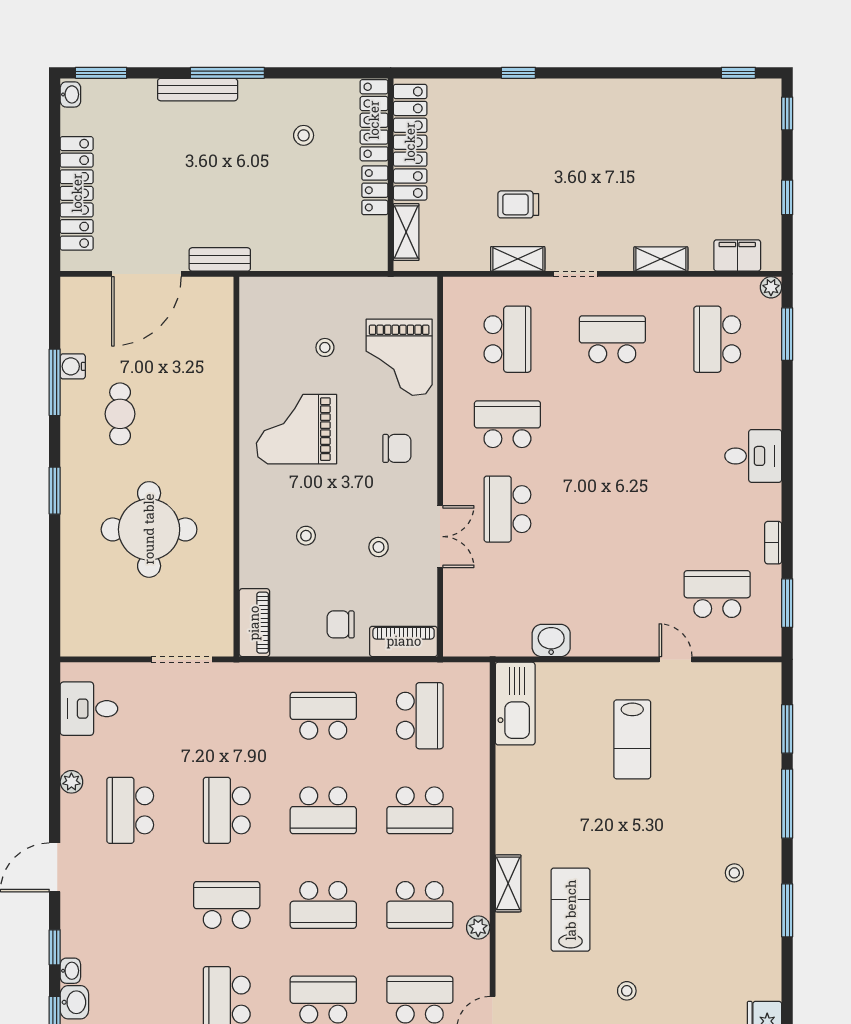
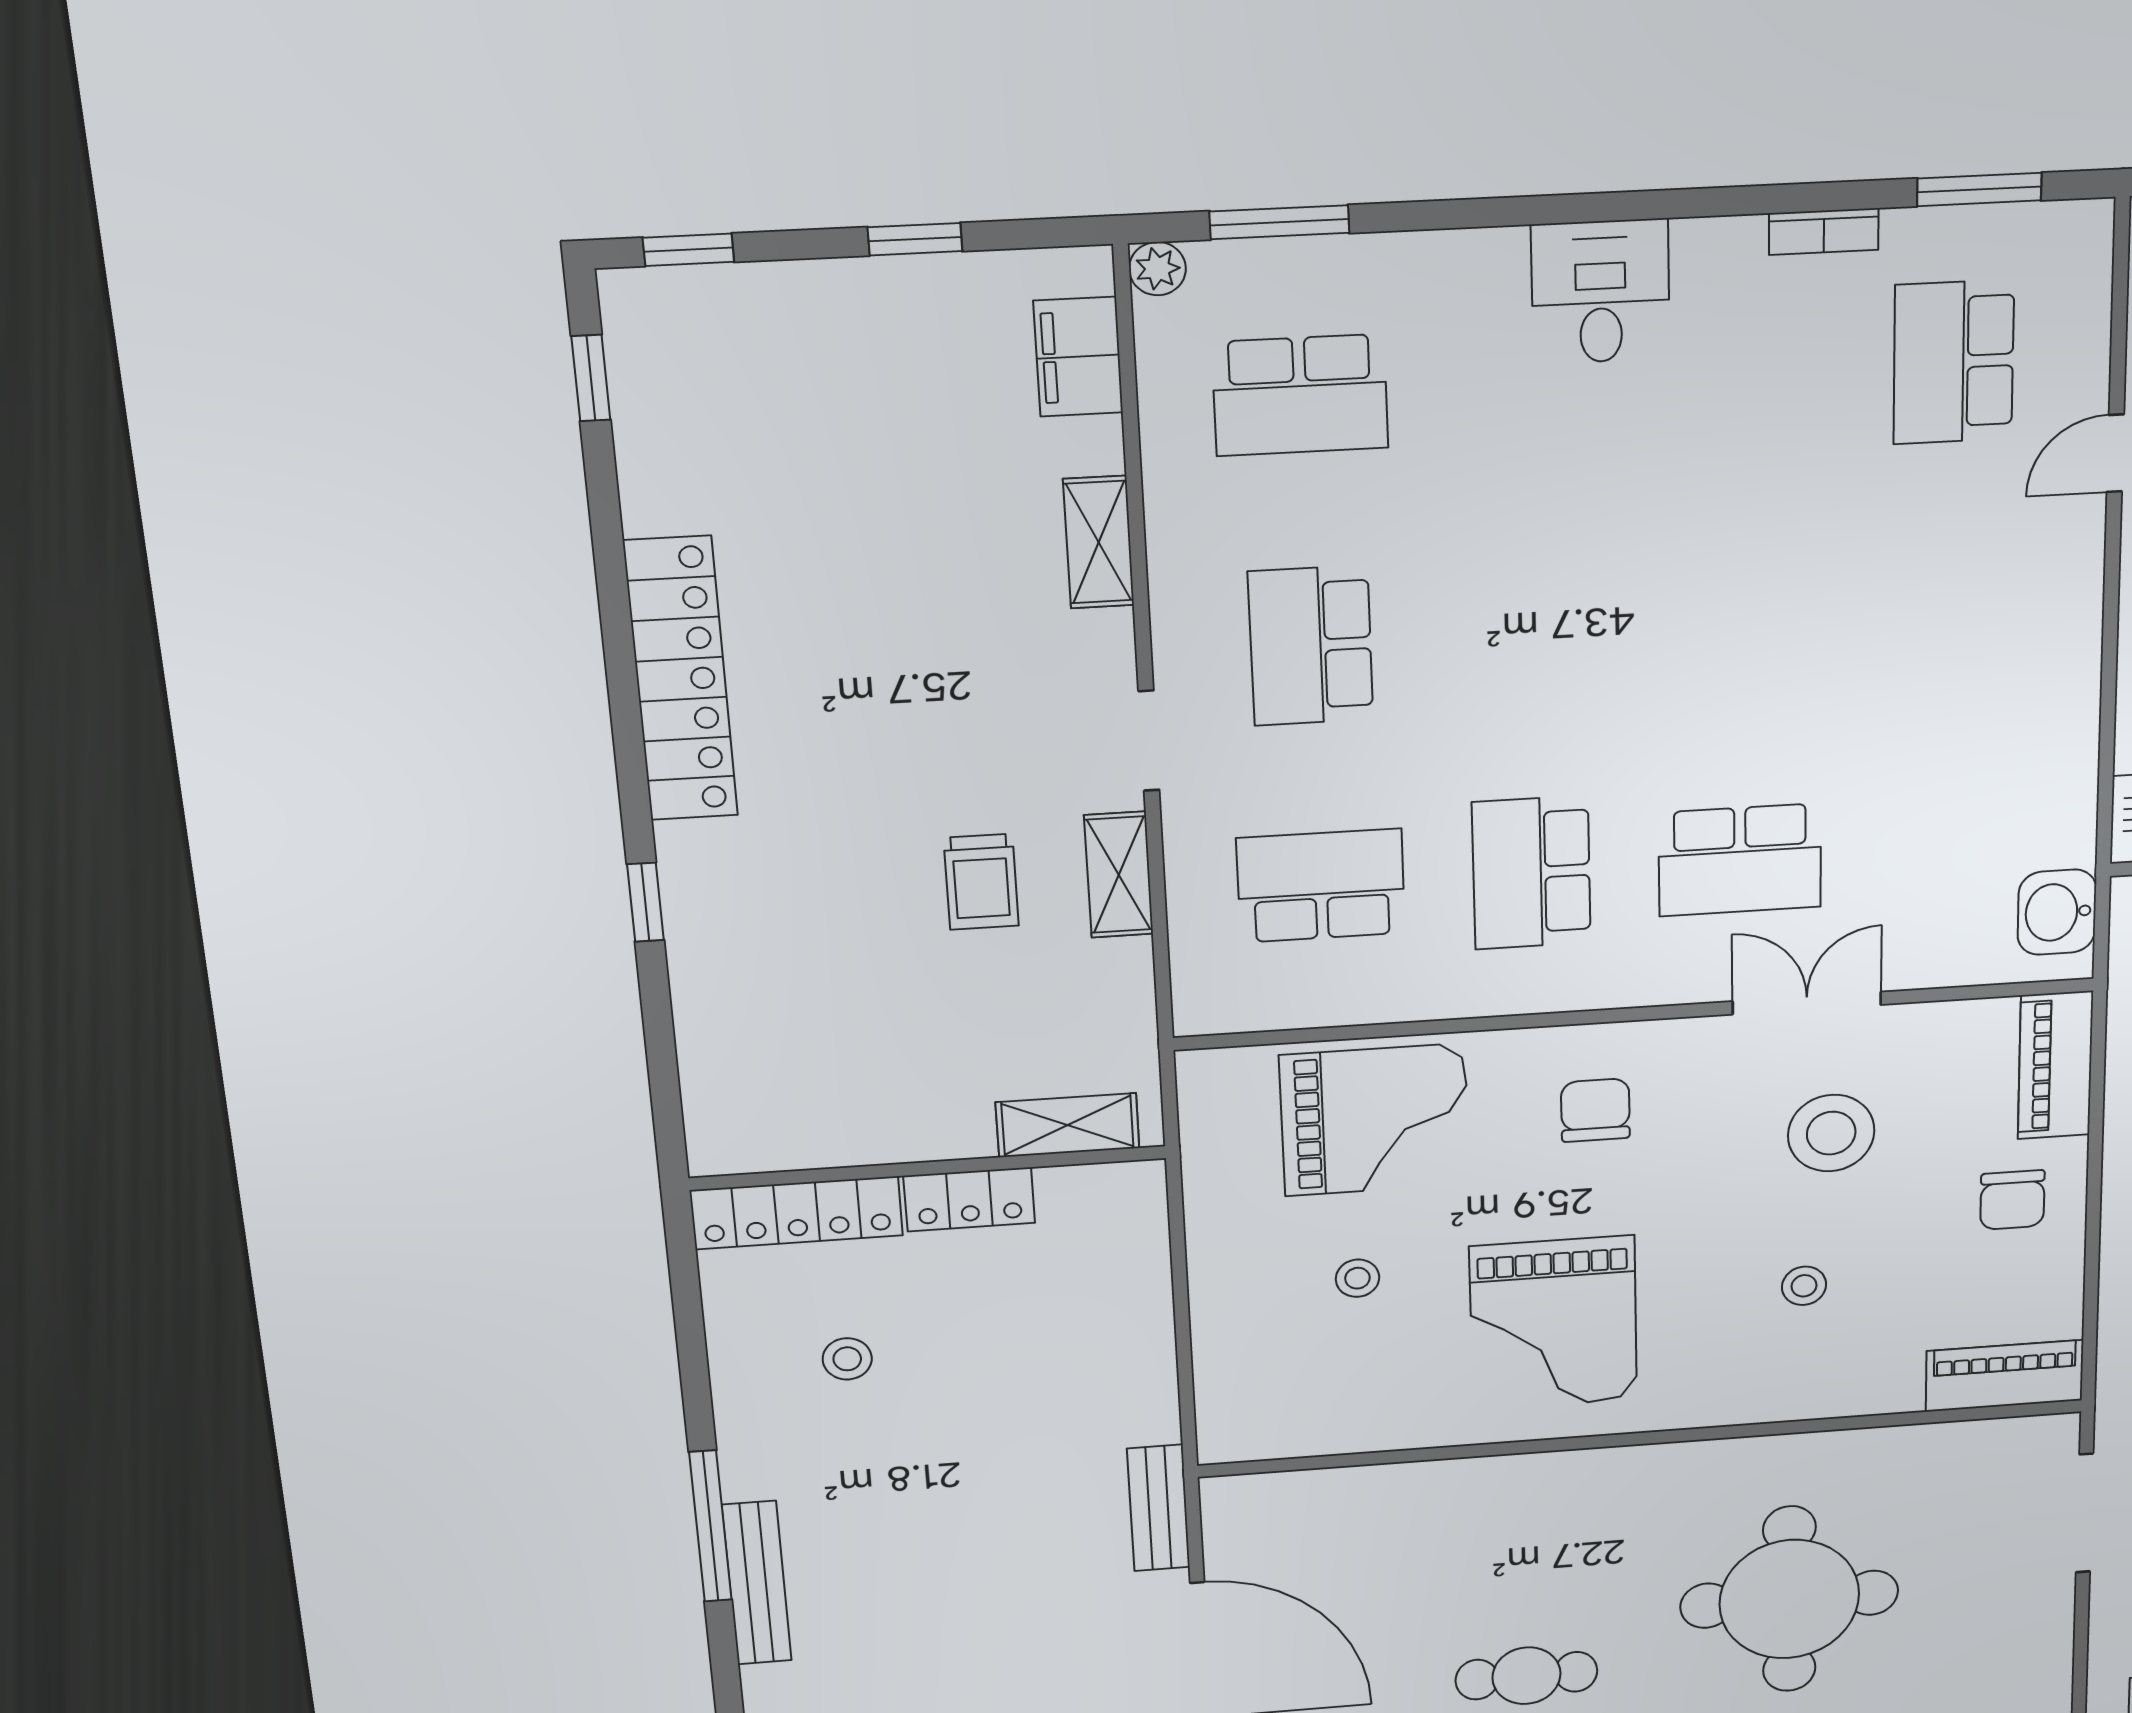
locker: (410, 142) -> (681, 679), moved, turned 90
stool: (379, 547) -> (1831, 1133), width x1.89, depth x1.89
washbasin: (551, 640) -> (2057, 912), moved

